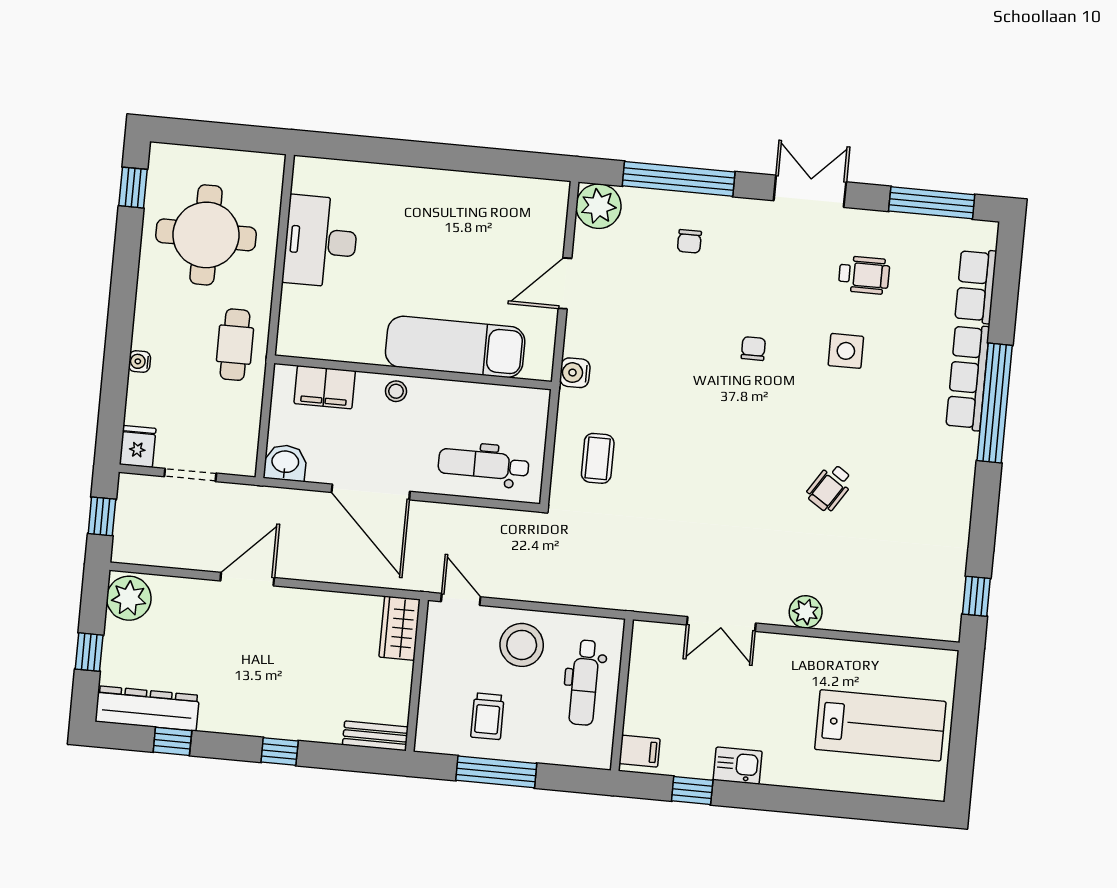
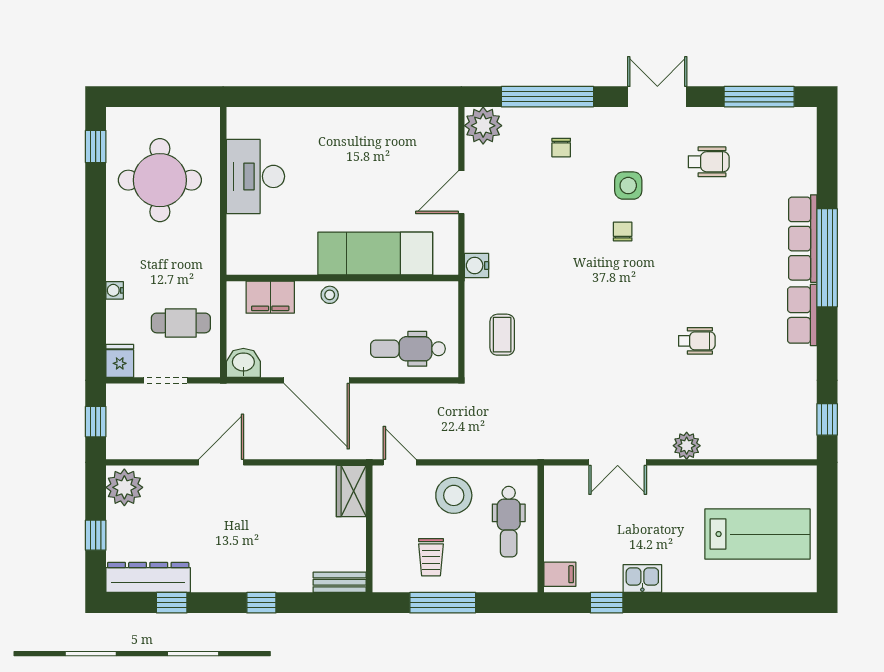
row of seats: (976, 286) -> (802, 315), moved
cafe table: (235, 345) -> (181, 323), moved, turned 90
side table: (846, 351) -> (628, 186), moved
wheelchair: (830, 488) -> (697, 341), turned -123

